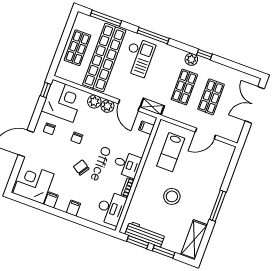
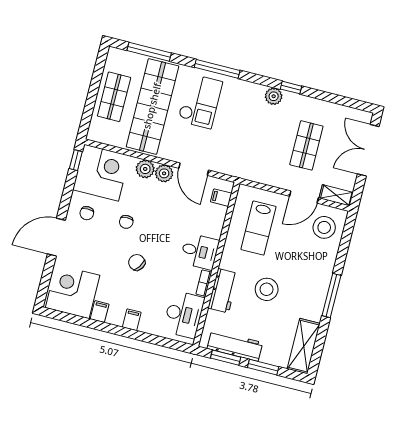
shop shelf: (184, 87) -> (268, 136), removed
shelving: (152, 107) -> (336, 195), moved
stool: (218, 157) -> (324, 227), added
workbench: (141, 194) -> (223, 291), added

